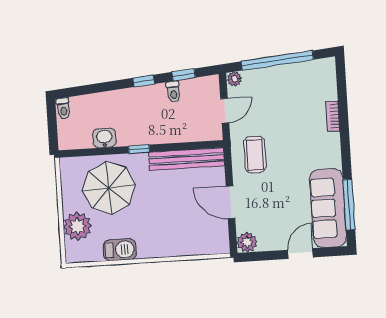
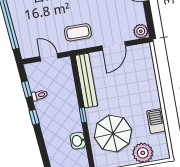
plant: (235, 79) -> (26, 53), removed

